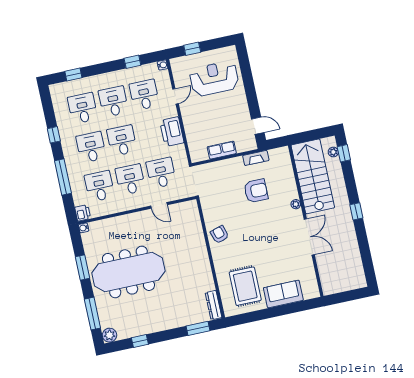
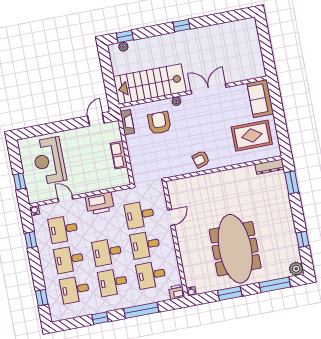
stairs: (313, 176) -> (150, 84), moved
plant: (296, 204) -> (176, 101), moved
wall: (306, 221) -> (193, 92), moved
double door: (309, 237) -> (209, 89), moved

